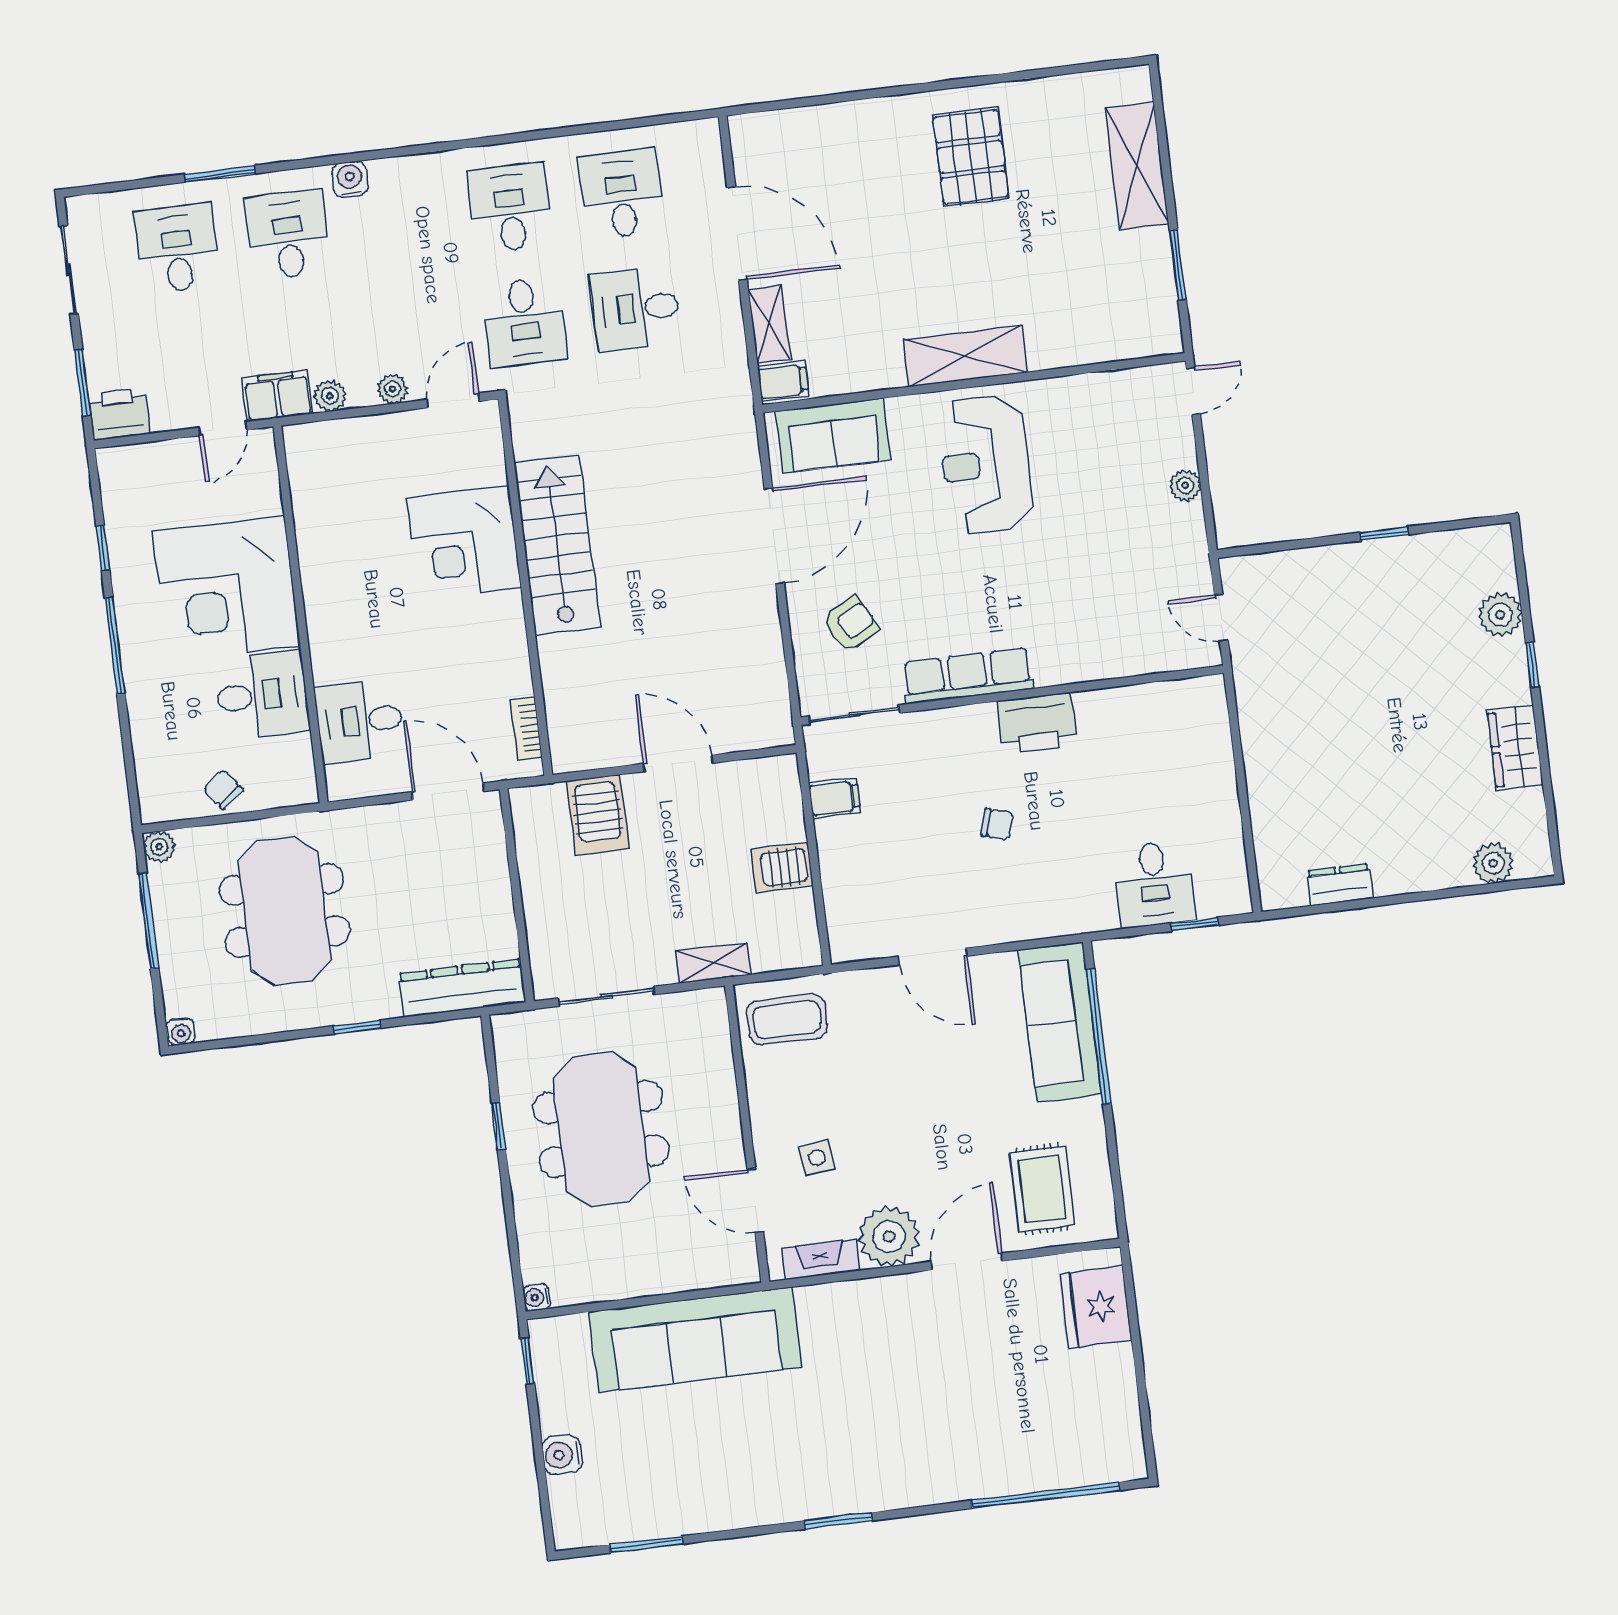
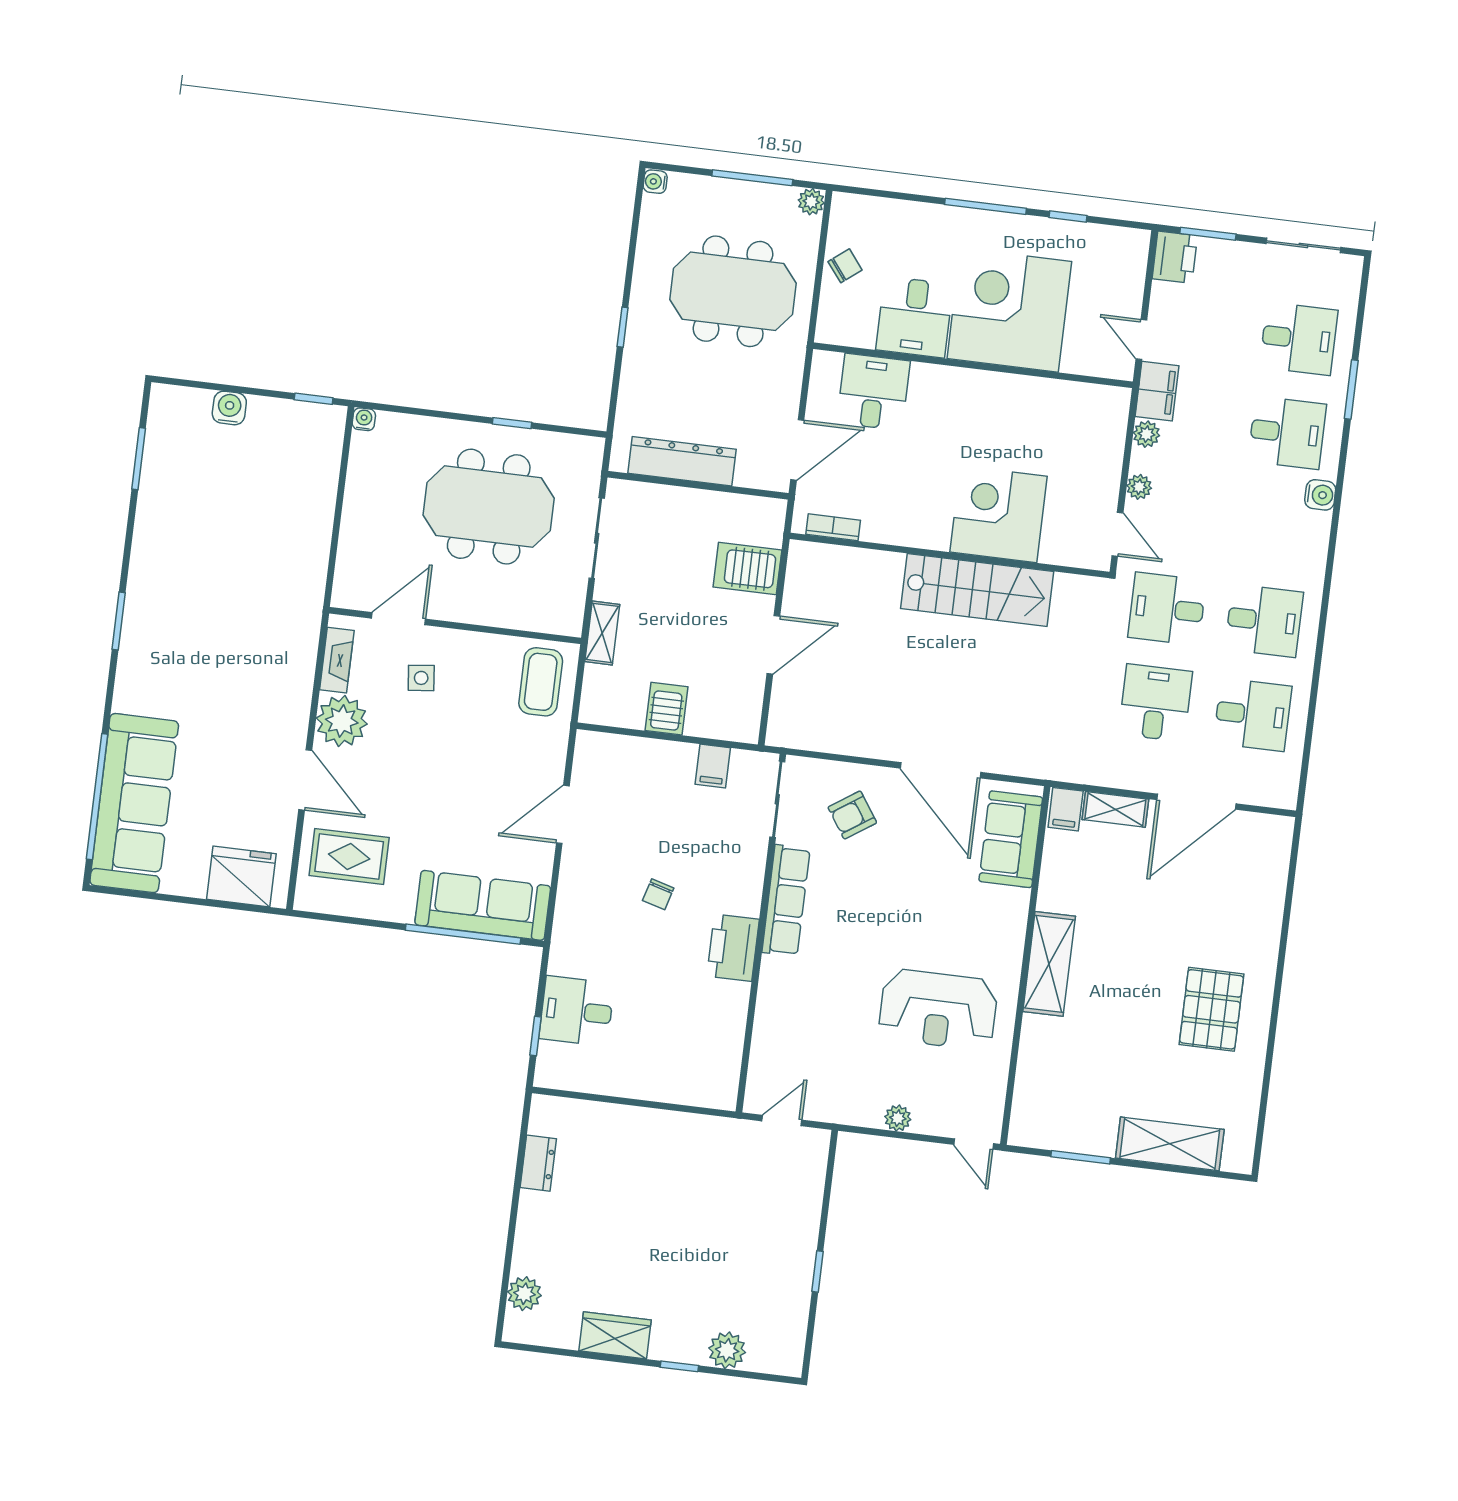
pallet: (971, 157) -> (1212, 1009), turned 90
reception desk: (985, 465) -> (938, 1009), moved, turned 180
armchair: (851, 624) -> (852, 815), turned 84
dresser: (462, 988) -> (682, 461), moved, turned -90
sofa: (695, 1340) -> (134, 803), moved, turned 180

